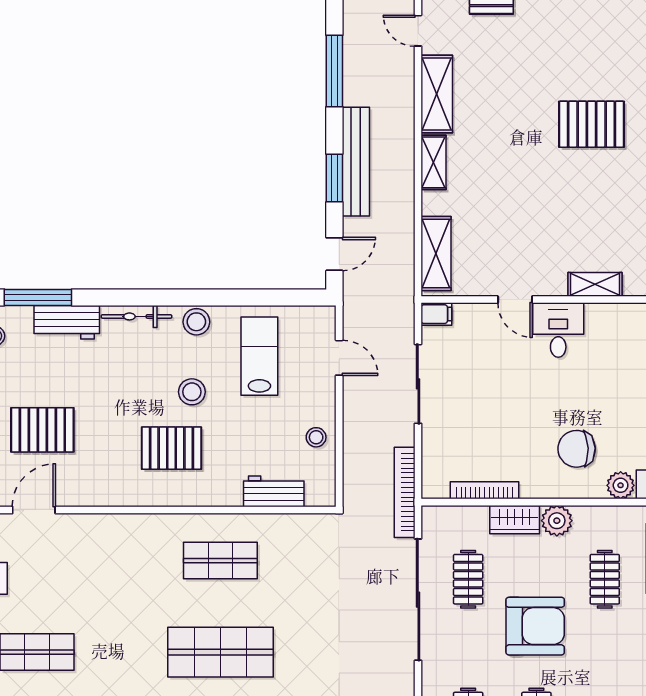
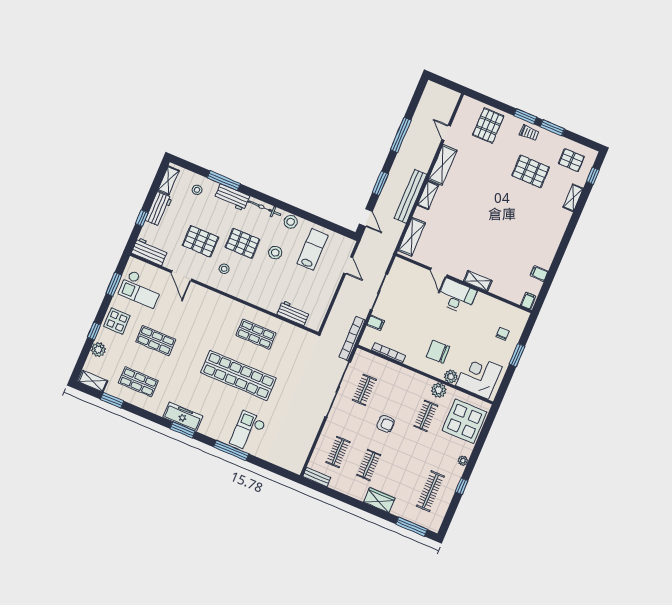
pallet: (592, 124) -> (531, 171), moved
bench: (356, 162) -> (410, 196), moved
door: (334, 254) -> (366, 218), hinge flipped
filing cabinet: (436, 314) -> (376, 323), moved
desk: (558, 330) -> (457, 296), width x1.37
stool: (316, 437) -> (224, 269), moved
pallet: (172, 448) -> (242, 243), moved
door: (34, 510) -> (181, 276), swing flipped
wardrobe: (515, 520) -> (397, 372), removed
plant: (557, 521) -> (439, 390), moved
armchair: (535, 626) -> (386, 424), width x0.53, depth x0.53
shop shelf: (220, 652) -> (239, 376), width x1.40

